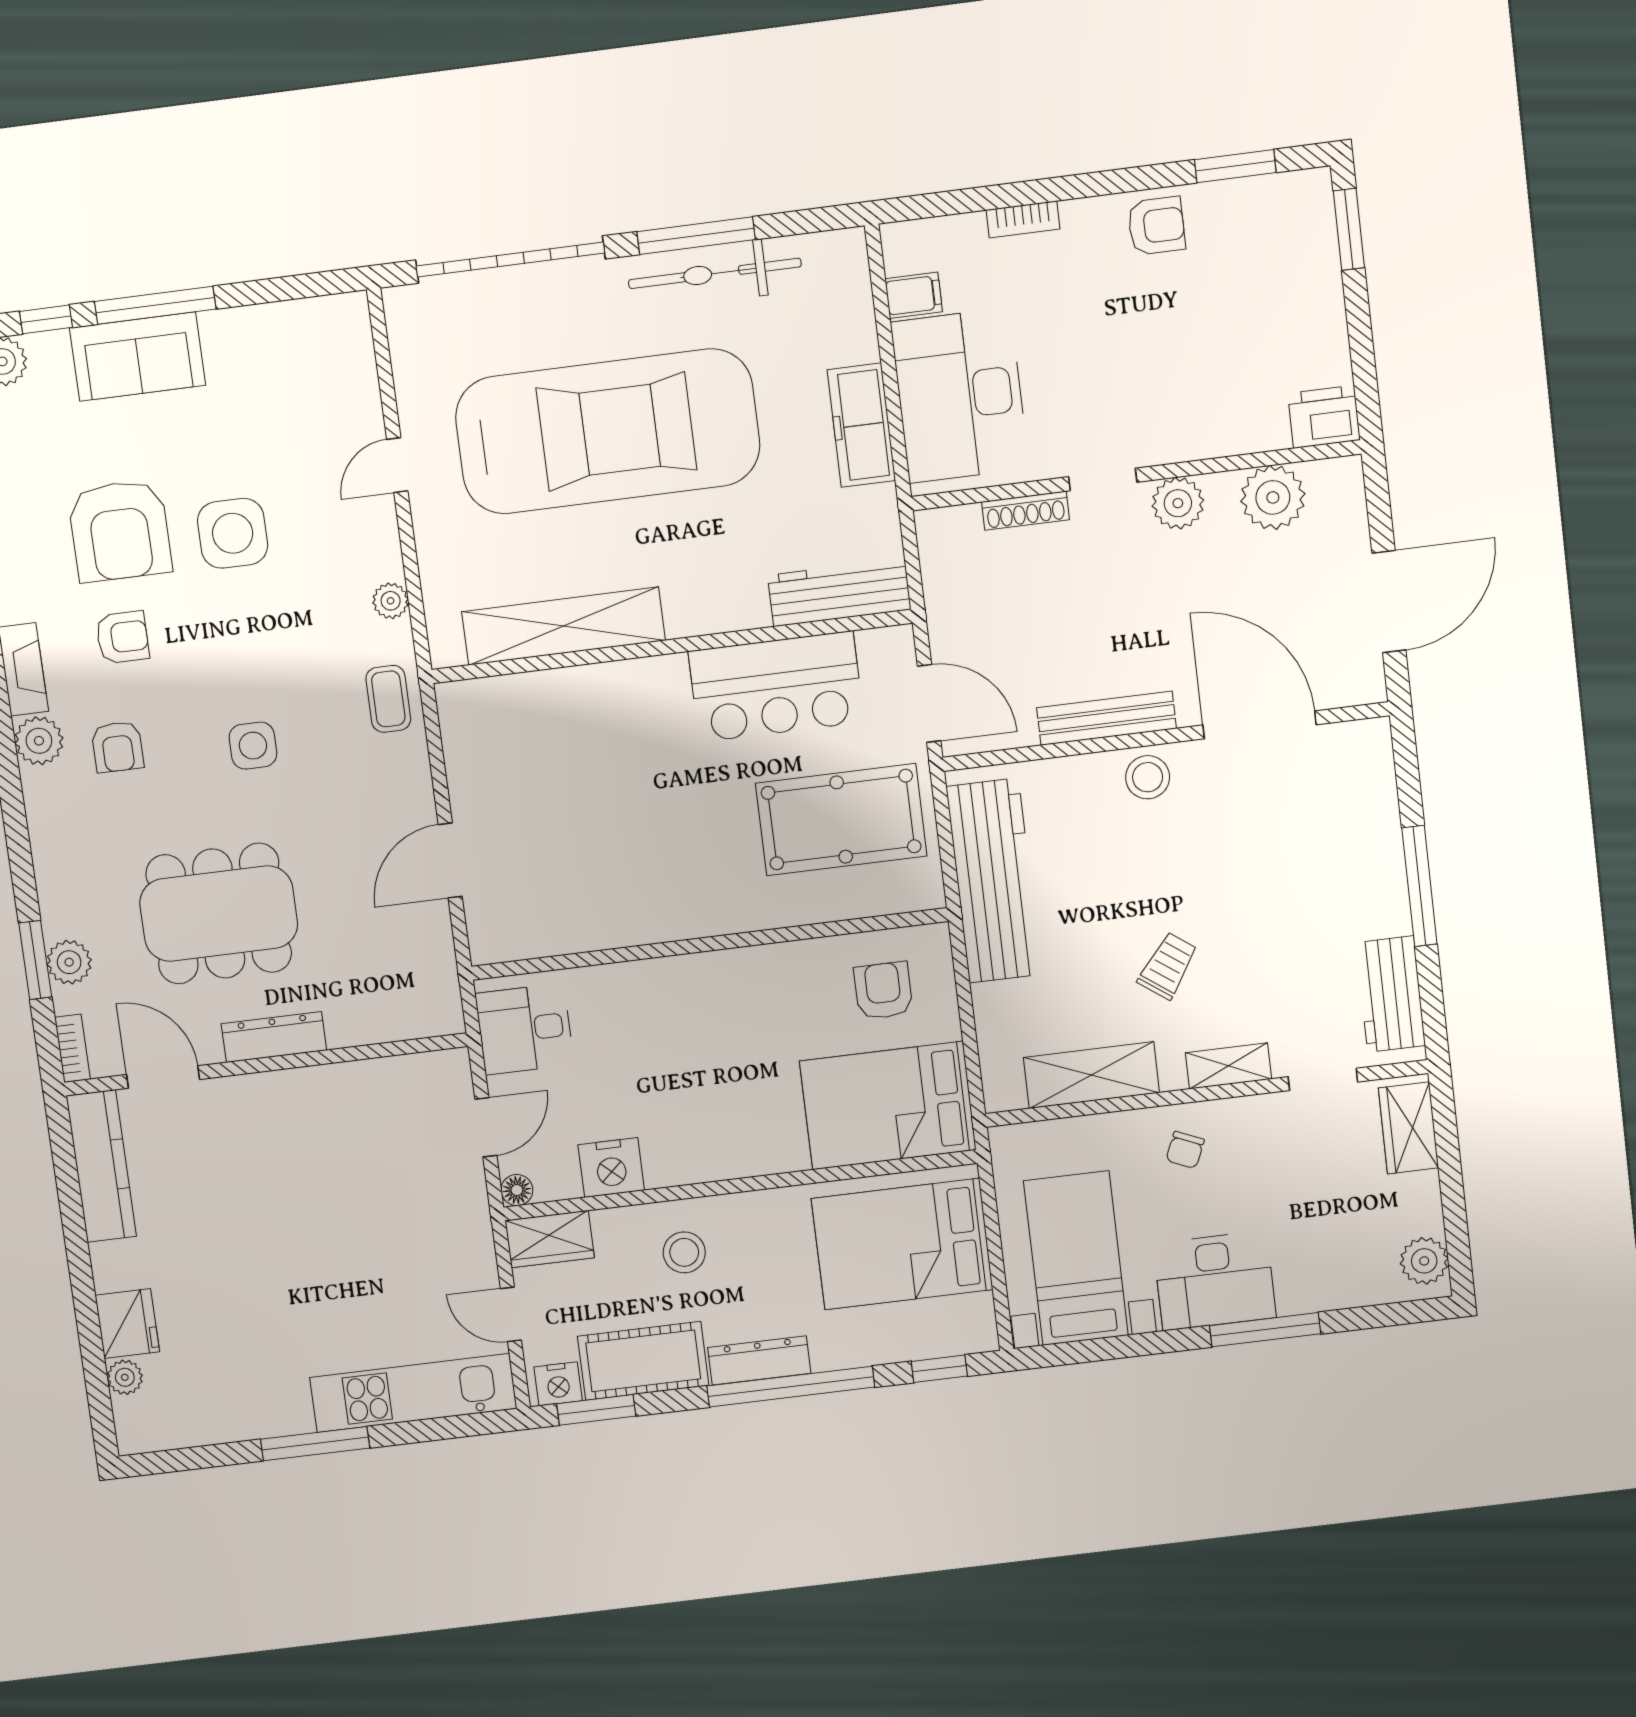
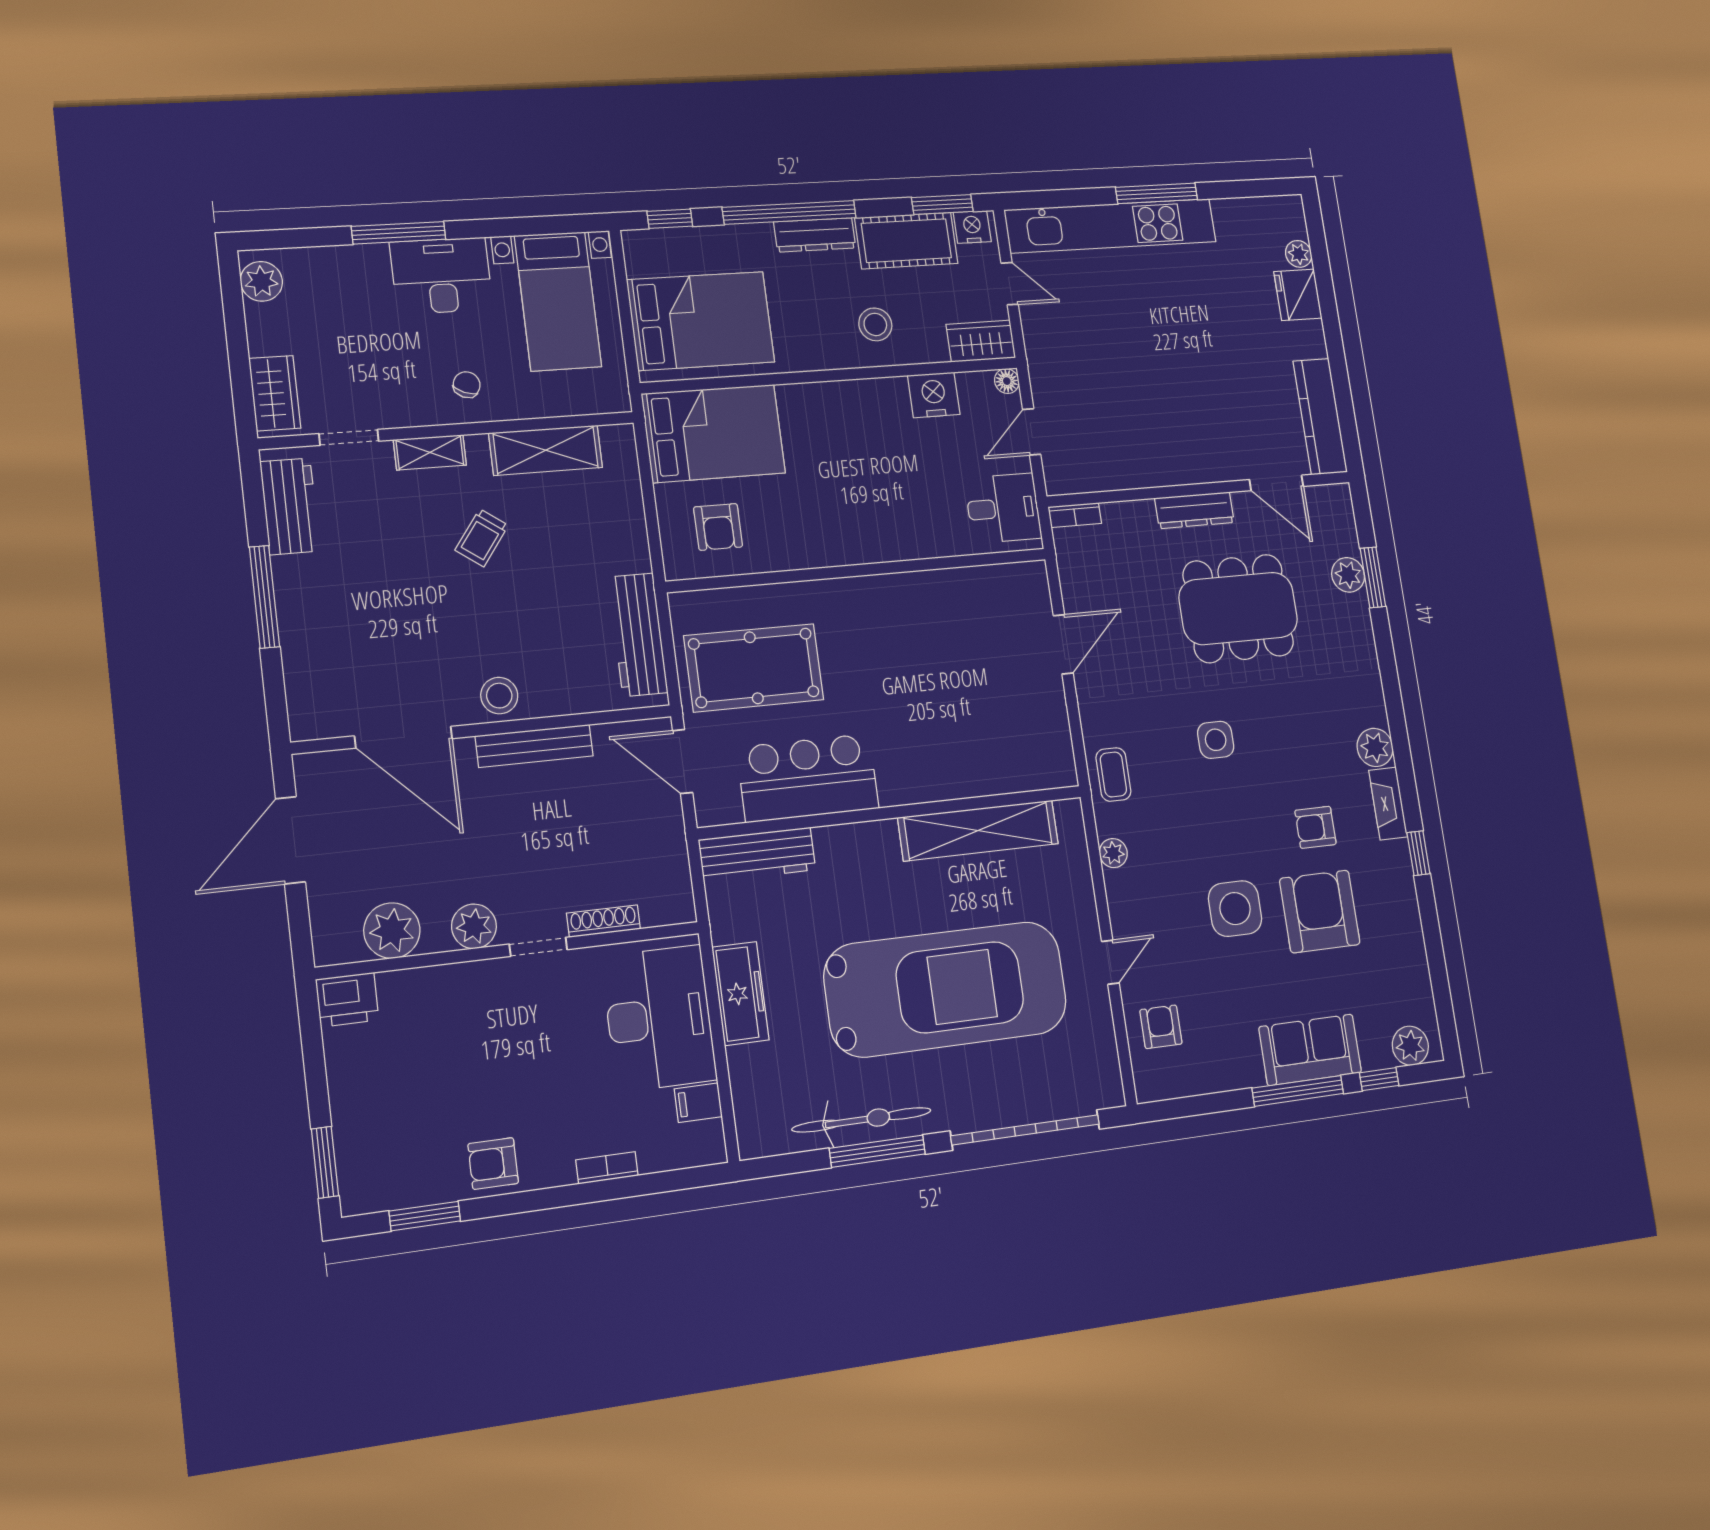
car: (608, 431) -> (946, 989), turned 180
armchair: (117, 747) -> (1161, 1027), moved
workbench: (994, 881) -> (638, 635), width x0.73, depth x0.76
bookcase: (72, 1048) -> (1075, 515), moved, turned -90
kitchen unit: (413, 1393) -> (1111, 226), width x1.36

